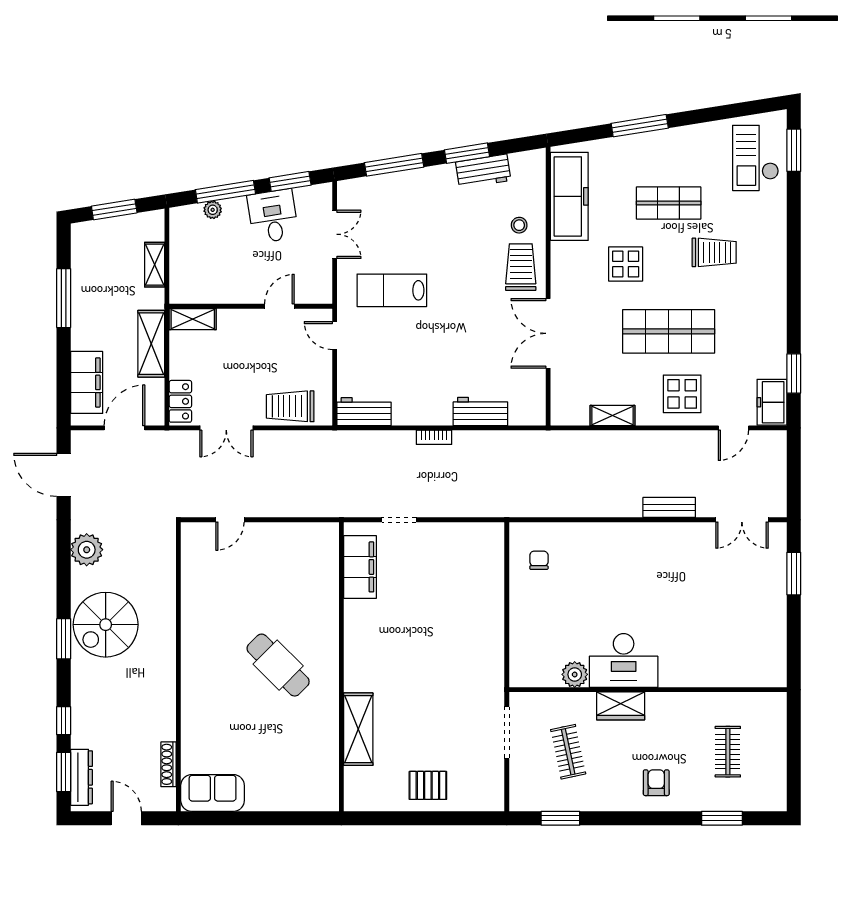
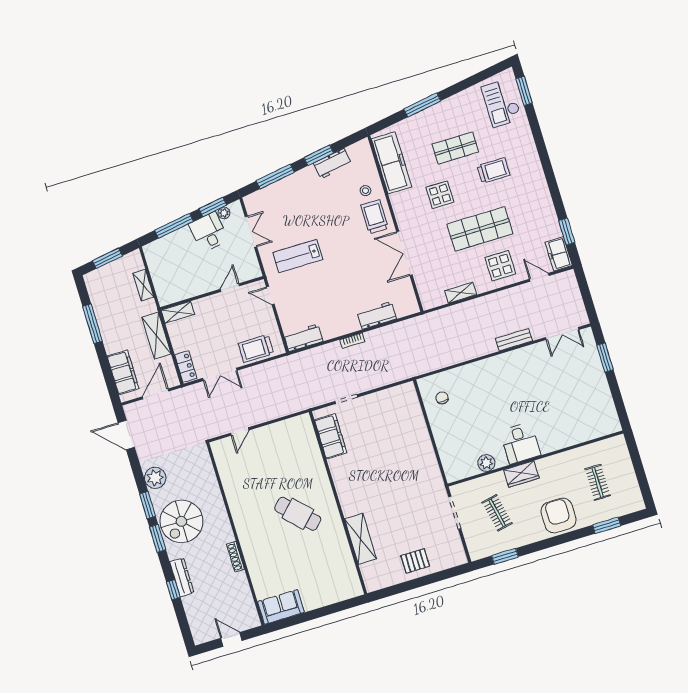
plant: (213, 210) -> (224, 213), moved
door: (733, 428) -> (539, 277), swing flipped
desk: (624, 660) -> (520, 443), width x0.73
shoe rack: (169, 764) -> (235, 557), moved
window: (64, 772) -> (148, 505), moved
dresser: (81, 777) -> (182, 577), moved
armchair: (656, 783) -> (558, 516), width x1.88, depth x1.88

